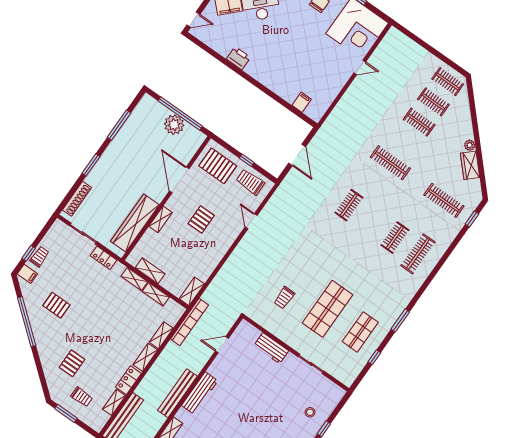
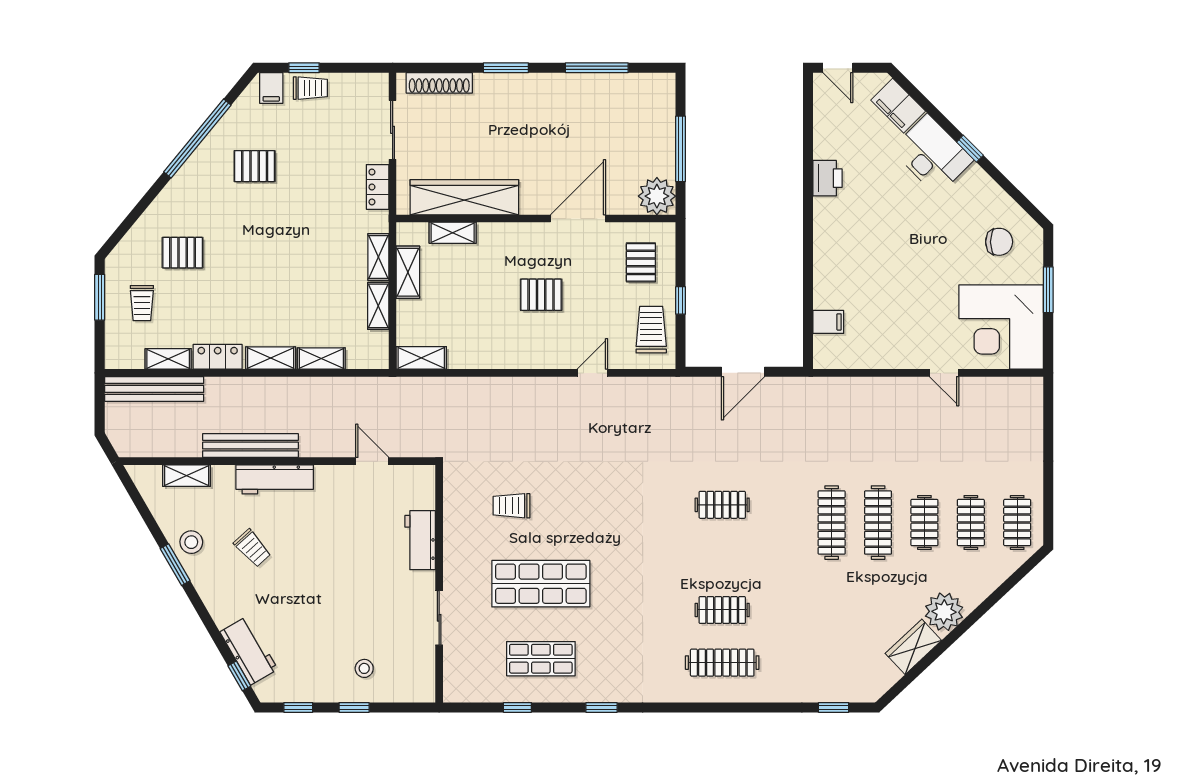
window: (180, 113) -> (681, 149), width x0.68
plant: (174, 125) -> (657, 196), moved
plant: (470, 145) -> (944, 612), width x1.87, depth x1.87
pallet: (218, 166) -> (641, 262), width x0.67, depth x0.71
clothes rail: (444, 200) -> (878, 523), moved
shelving: (161, 219) -> (453, 233), moved
pallet: (56, 305) -> (255, 166), turned 90
window: (400, 320) -> (601, 707), width x0.67
bookcase: (189, 322) -> (372, 387), removed
trolley: (223, 424) -> (252, 548), added

